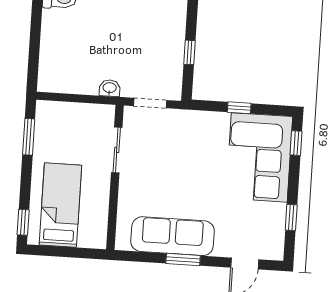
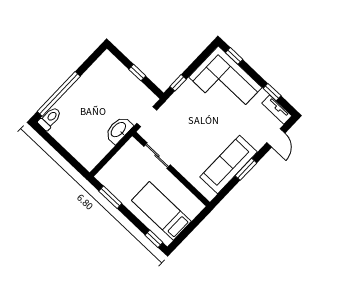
washbasin: (110, 88) -> (119, 130), width x1.91, depth x1.45
window: (239, 108) -> (178, 83), moved
tv unit: (276, 239) -> (277, 110), added

